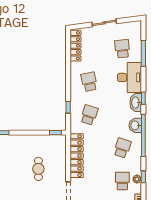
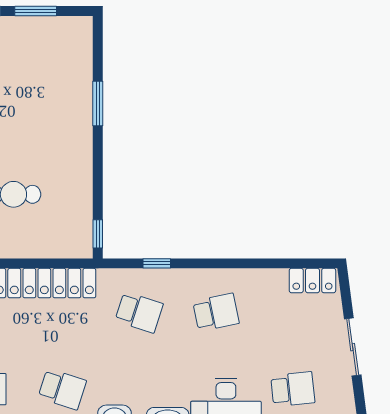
locker: (76, 46) -> (312, 281), width x0.66

